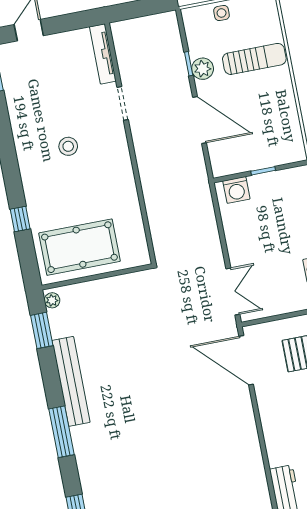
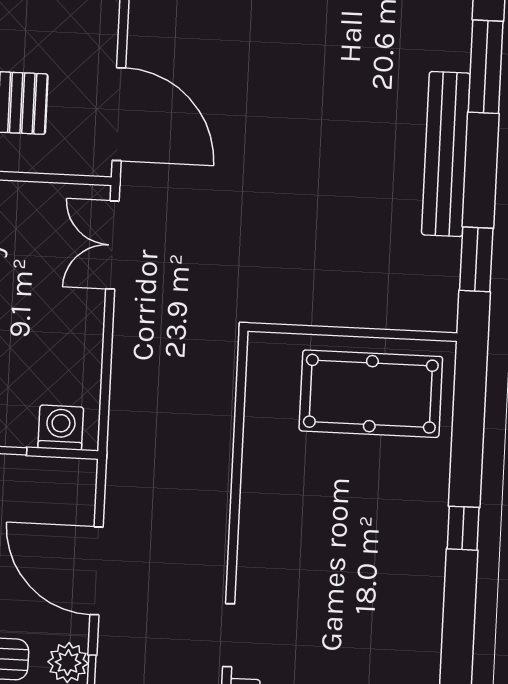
stool: (68, 146) -> (346, 582), removed
window: (20, 219) -> (463, 528), moved
plant: (52, 300) -> (444, 309), removed

